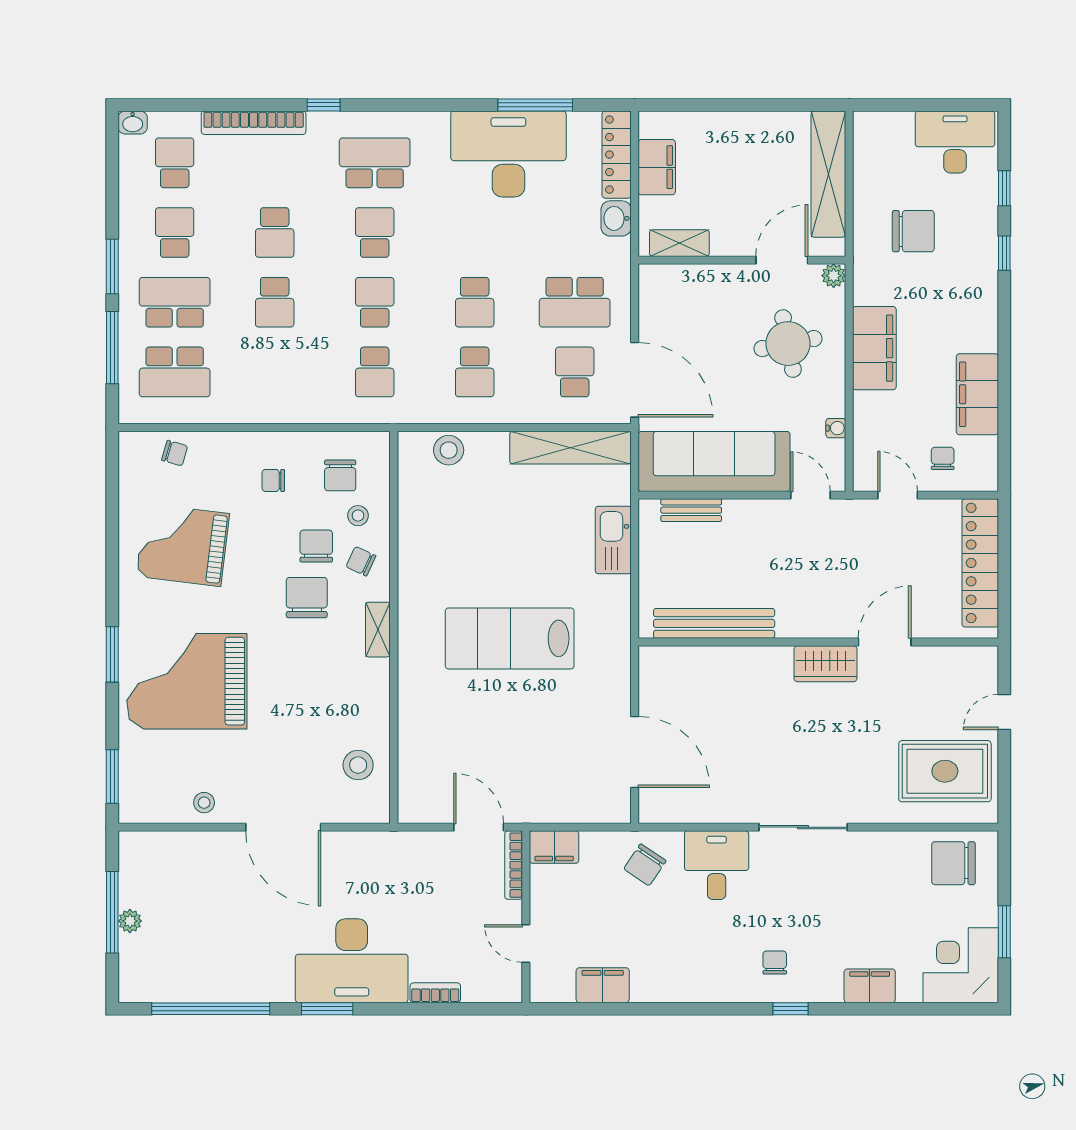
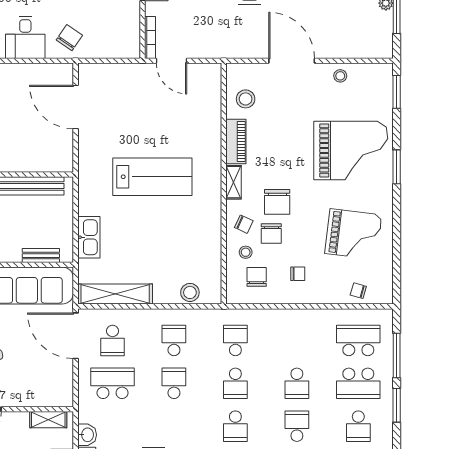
school desk: (275, 302) -> (297, 383), turned 180
piano: (374, 696) -> (236, 142), added
filing cabinet: (554, 847) -> (125, 49), removed

